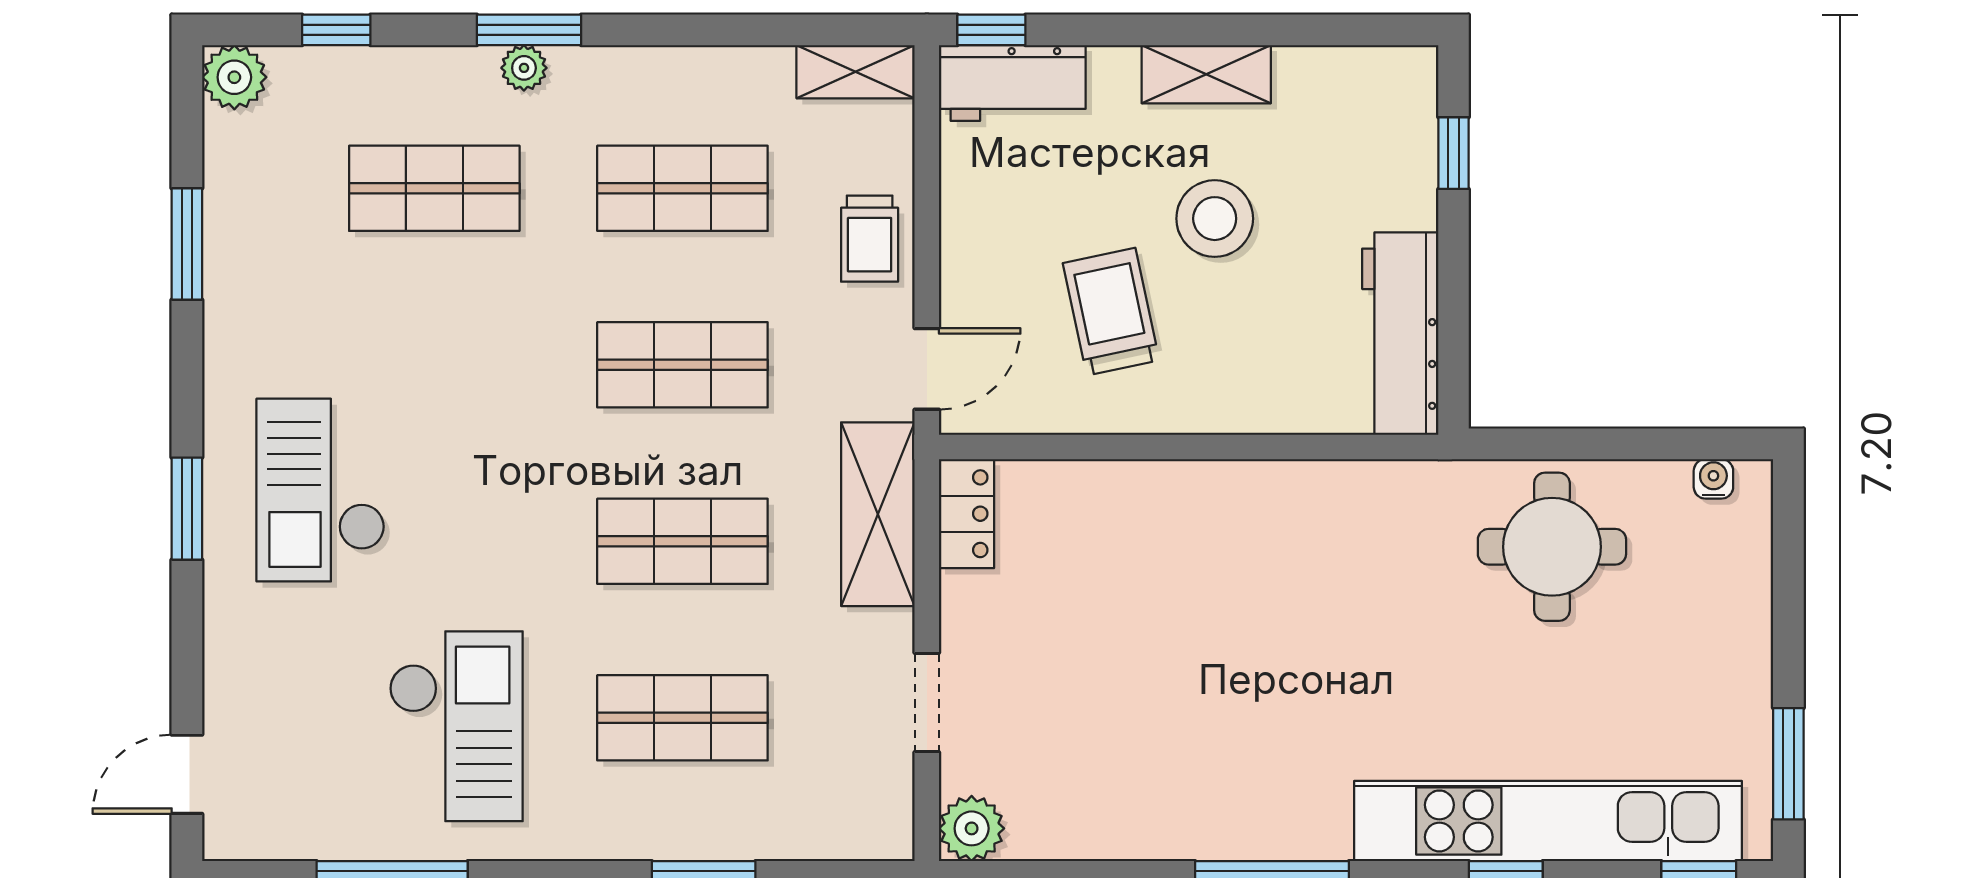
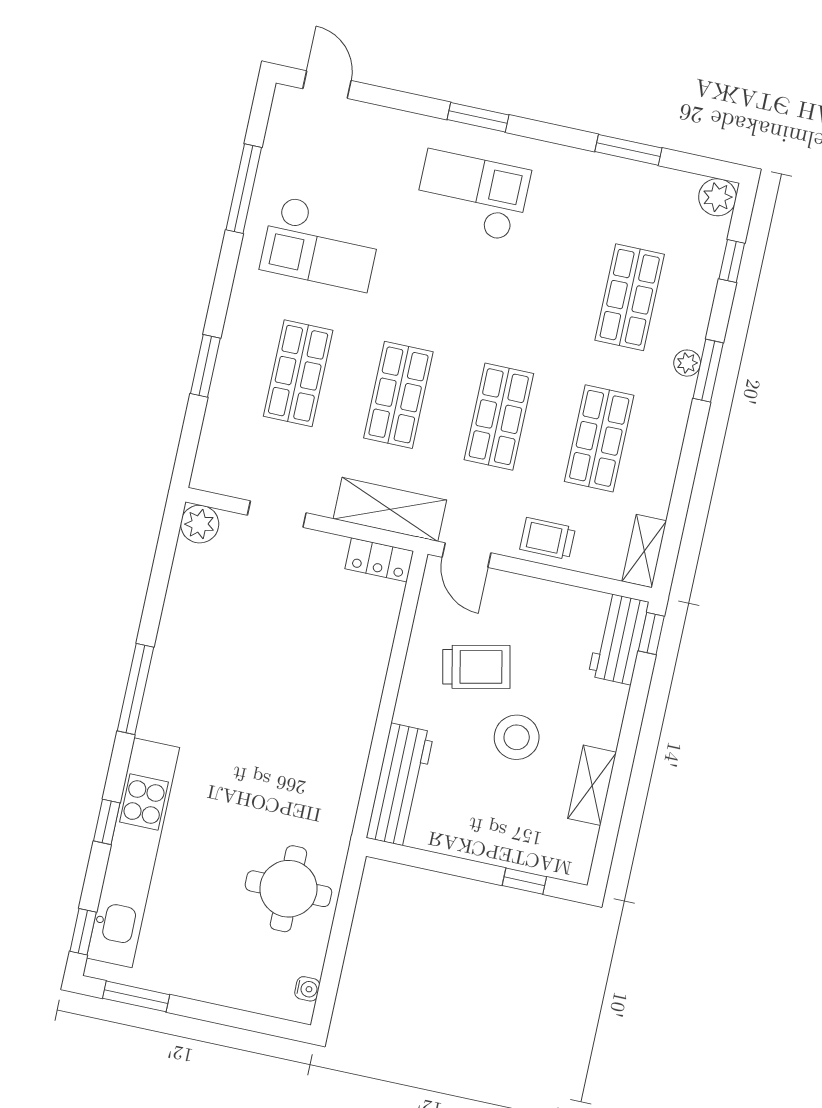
shelving: (1206, 74) -> (592, 785), moved
workbench: (1400, 334) -> (400, 785), moved, turned 90

